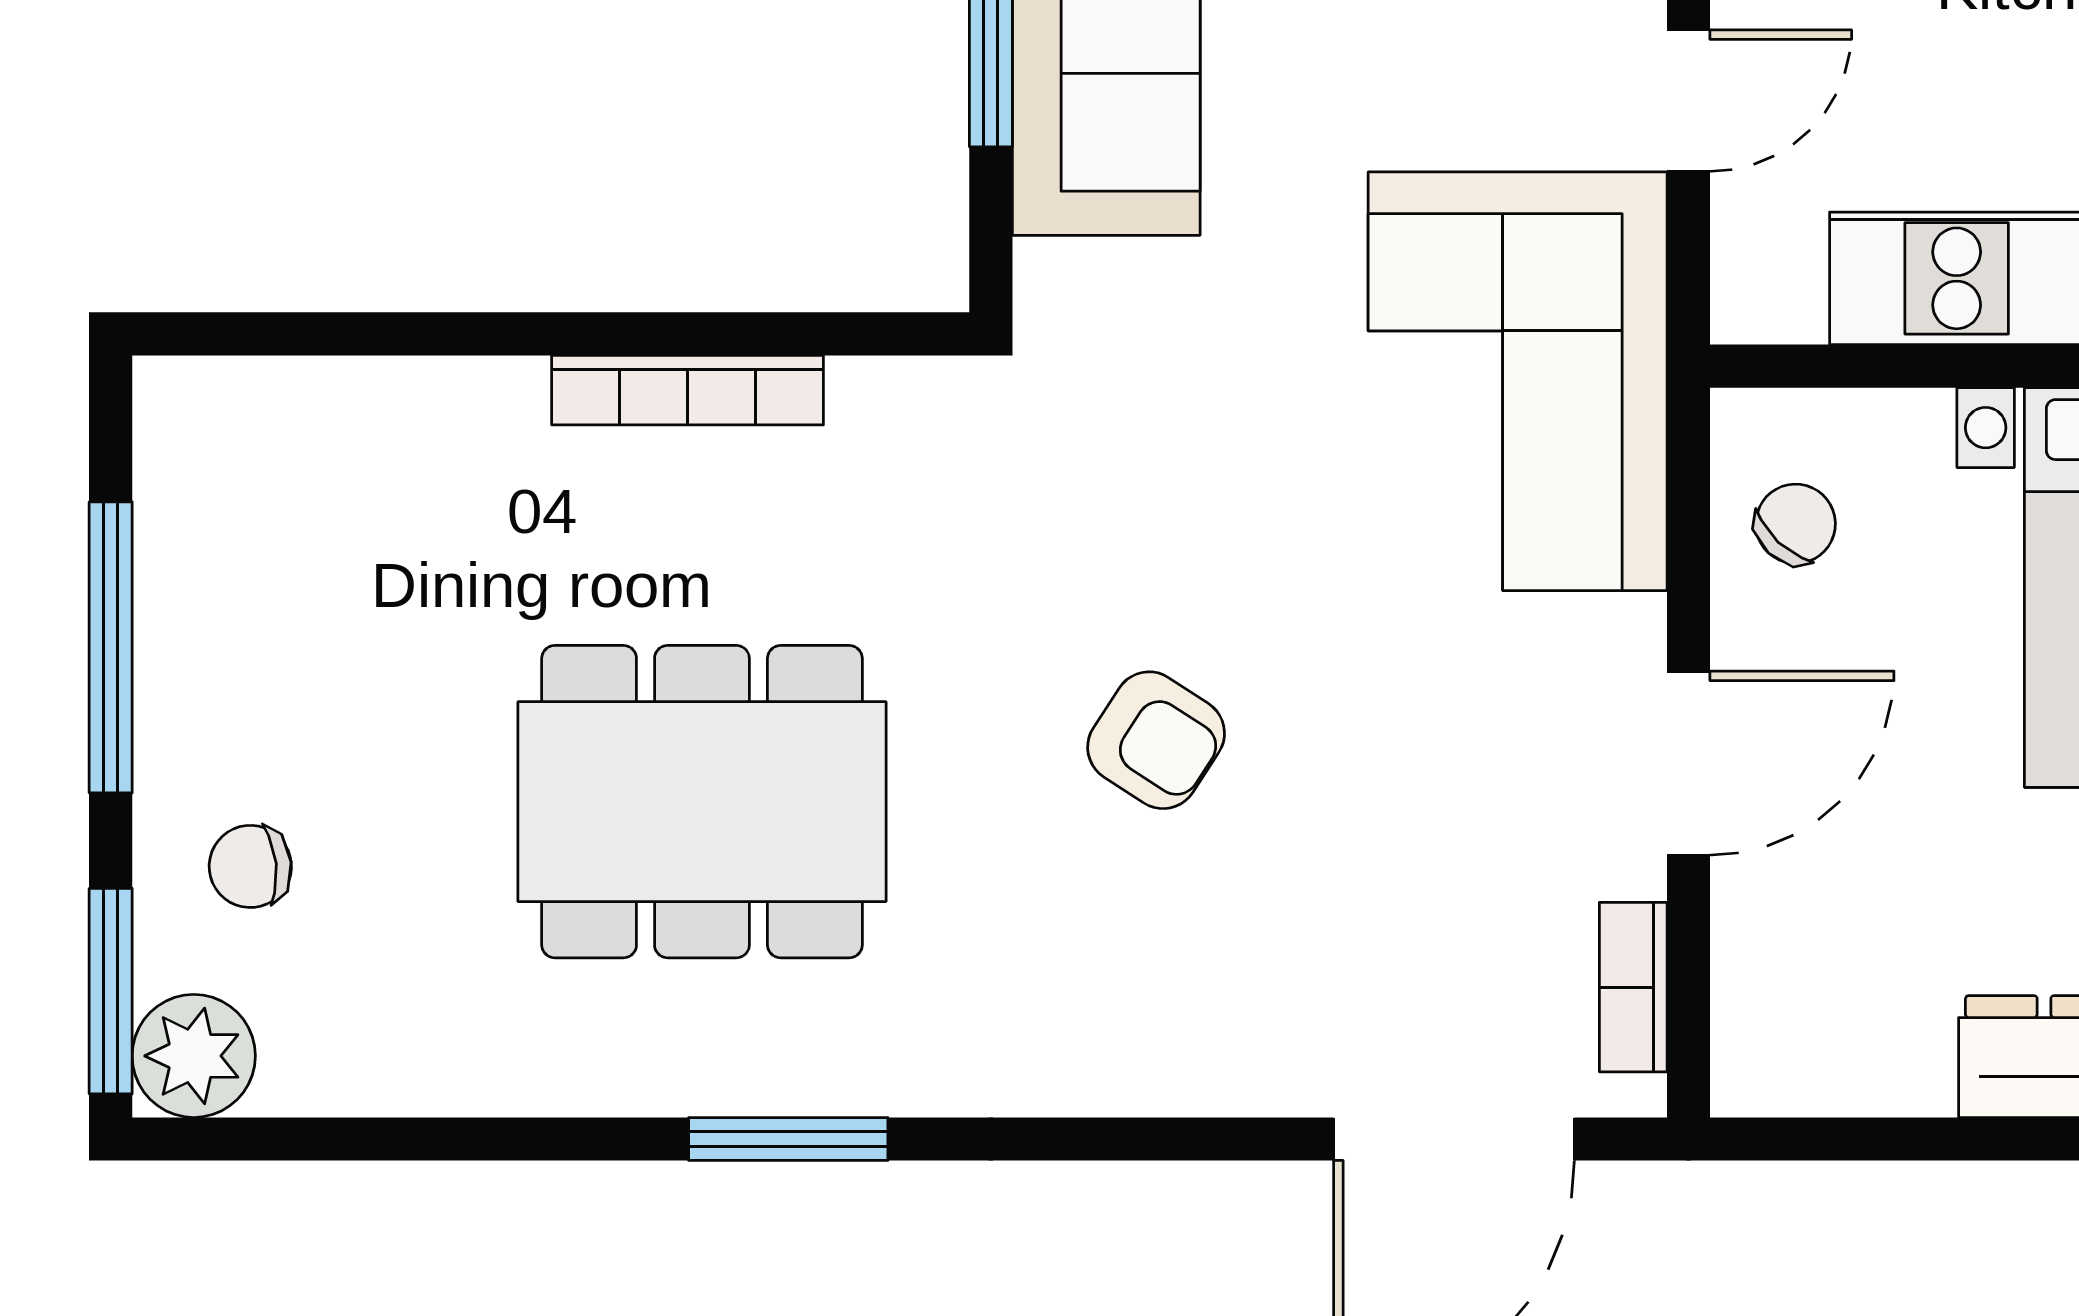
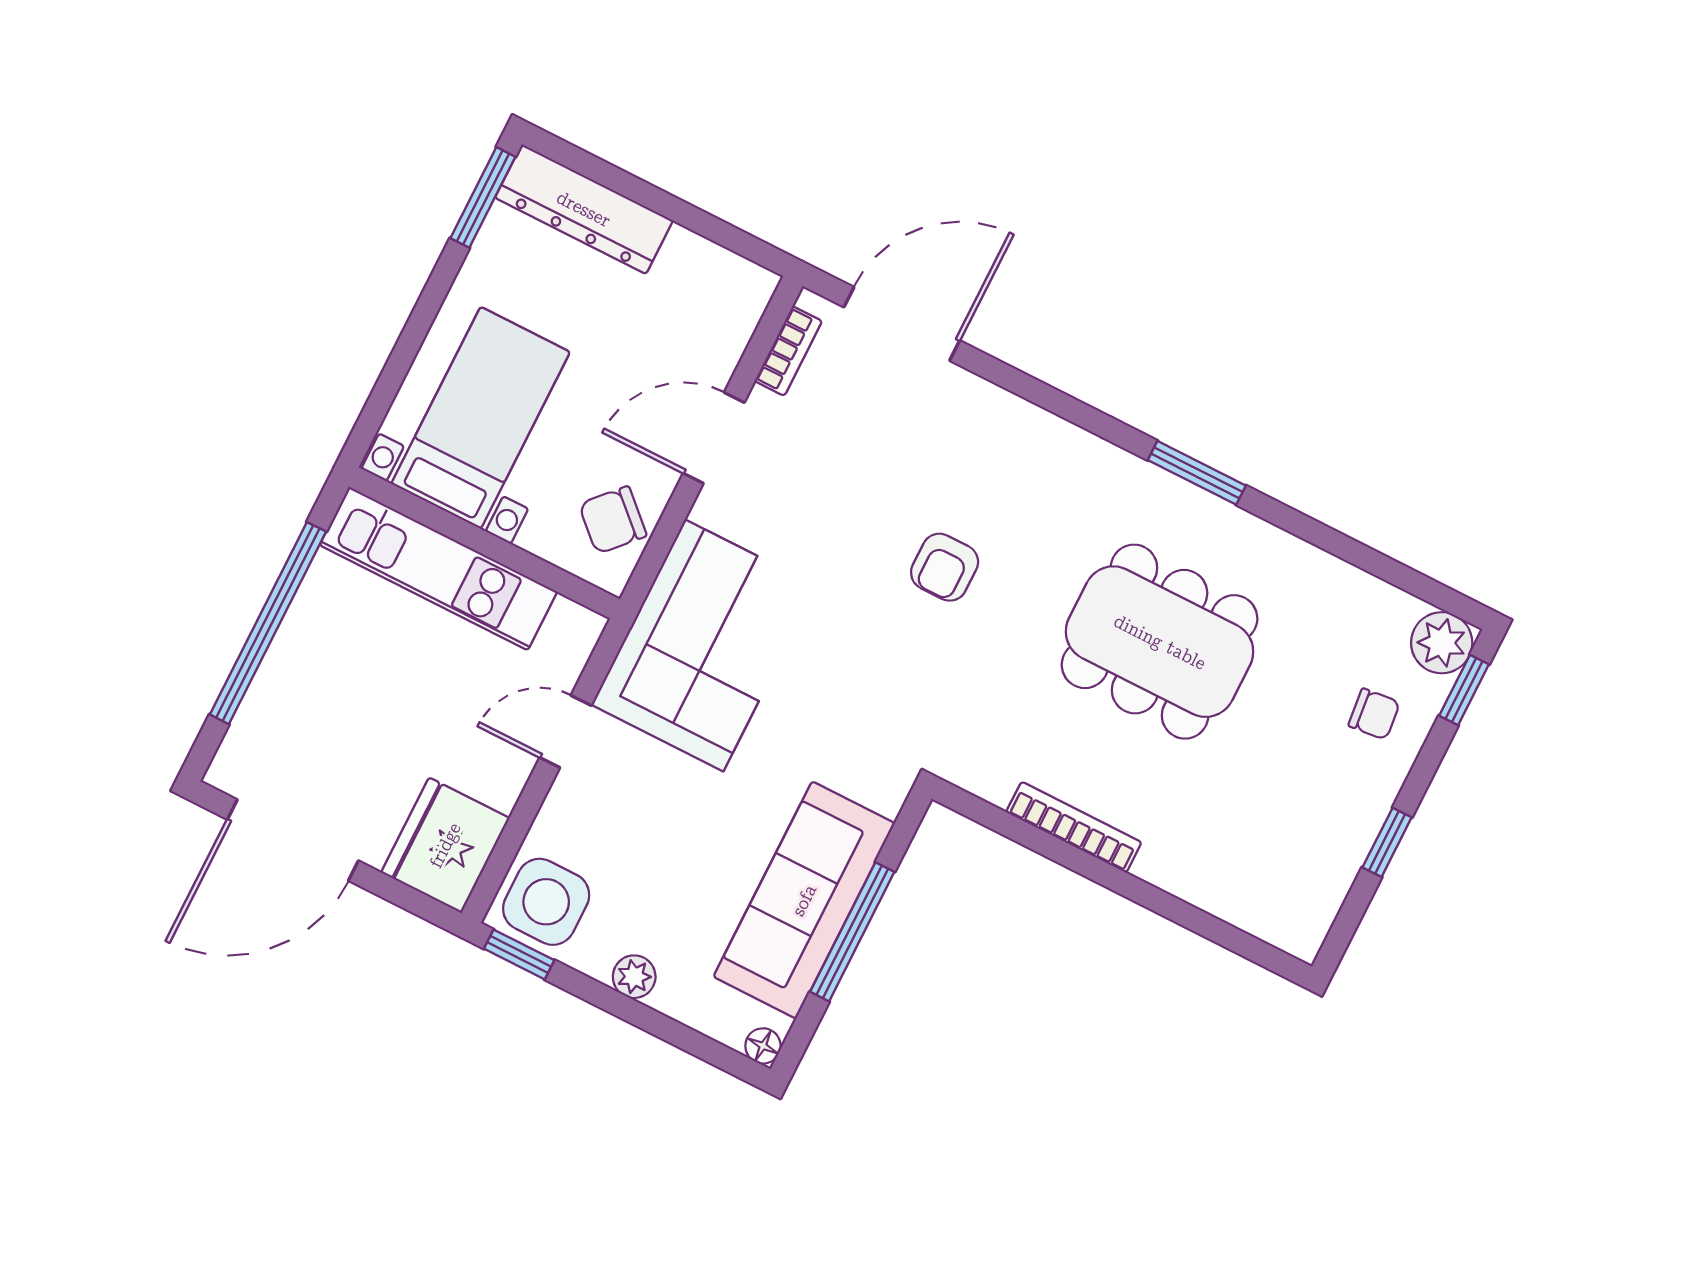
chair: (1796, 524) -> (613, 520), width x1.37, depth x1.37
window: (111, 647) -> (1387, 842), width x0.46
armchair: (1156, 740) -> (945, 567), turned -123
window: (111, 991) -> (1464, 690), width x0.67

